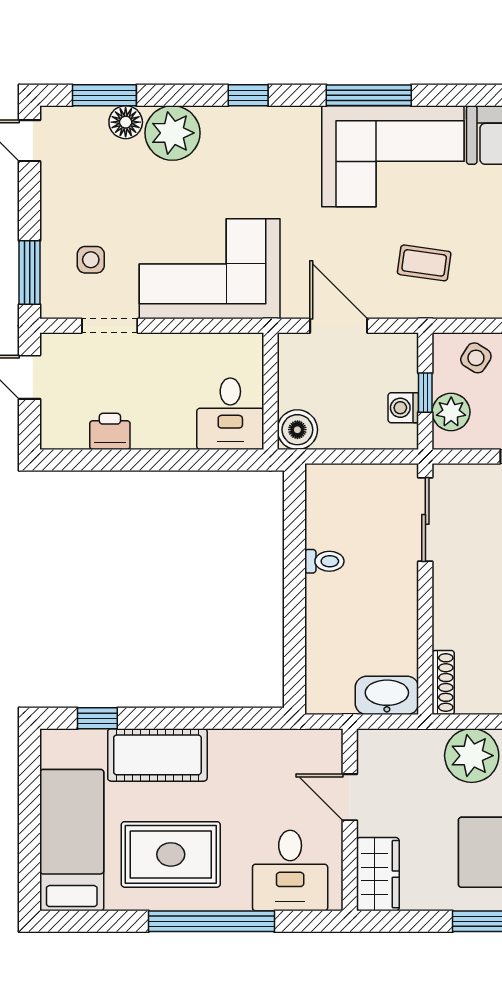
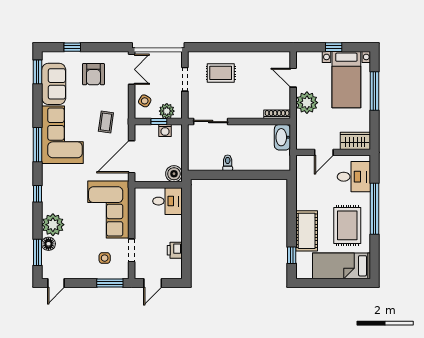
door: (339, 326) -> (132, 157), width x1.36

